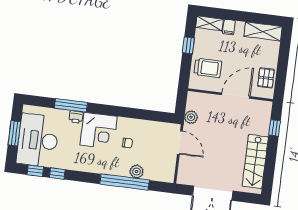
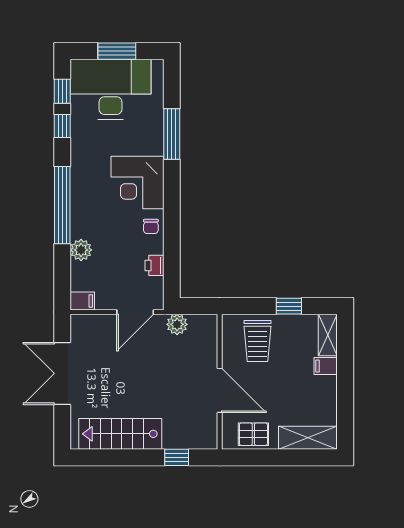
shelving: (263, 32) -> (308, 438), moved, turned 90
printer: (76, 117) -> (155, 265), moved
chair: (127, 143) -> (151, 226), moved
filing cabinet: (169, 175) -> (82, 301), added
window: (125, 182) -> (62, 205), moved

